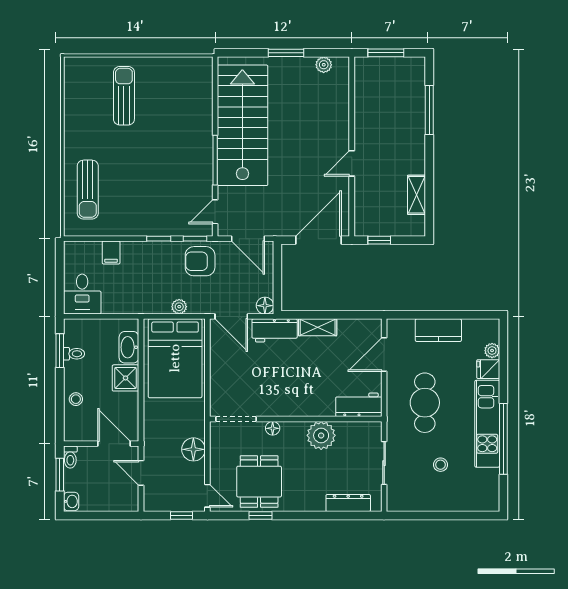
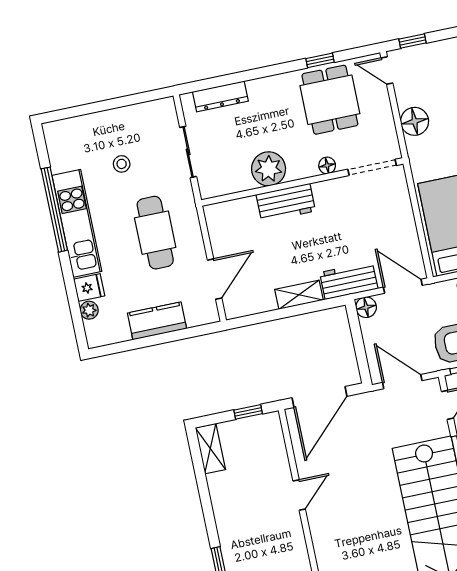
shelving: (417, 195) -> (210, 449), moved
workbench: (359, 405) -> (286, 203), moved

